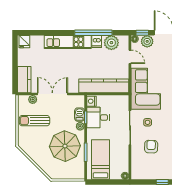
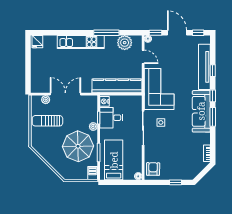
window: (93, 33) -> (106, 33), width x0.68
dishwasher: (97, 41) -> (110, 41), removed
plant: (147, 41) -> (160, 41), removed
kitchen counter: (24, 80) -> (37, 80), removed
barbecue: (80, 115) -> (93, 173), moved
armchair: (151, 147) -> (153, 169), moved

